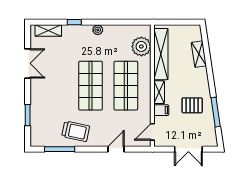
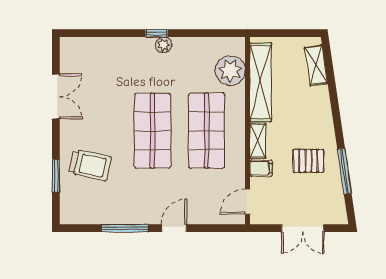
window: (74, 22) -> (157, 33), moved
shelving: (48, 30) -> (88, 46), removed
shelving: (199, 54) -> (316, 65), moved
trolley: (76, 131) -> (90, 165), moved
window: (60, 149) -> (125, 228), moved
door: (116, 149) -> (174, 228), moved

